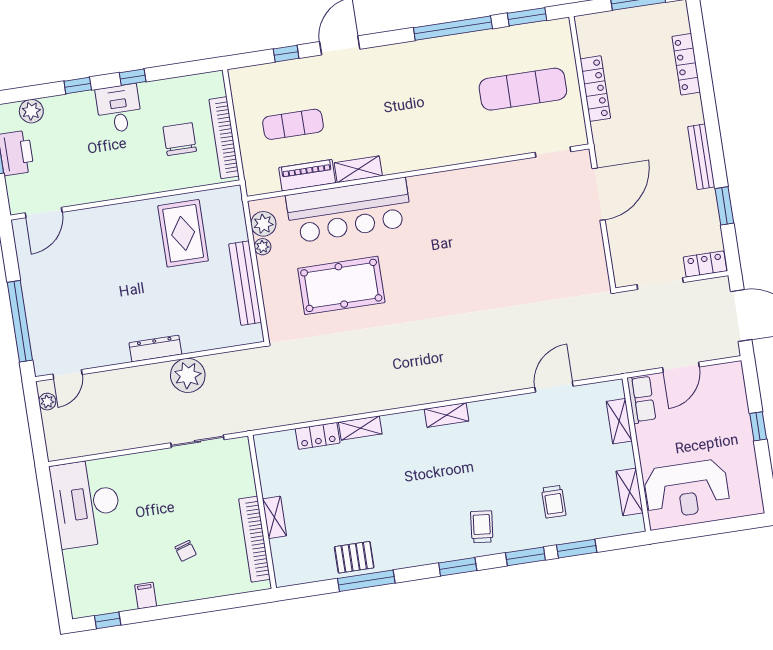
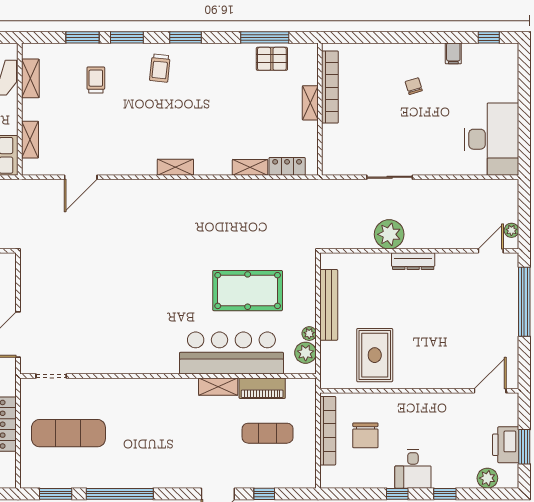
wall: (262, 512) -> (320, 109), moved
shelving: (274, 517) -> (310, 103), moved
bookcase: (255, 539) -> (330, 87), moved

